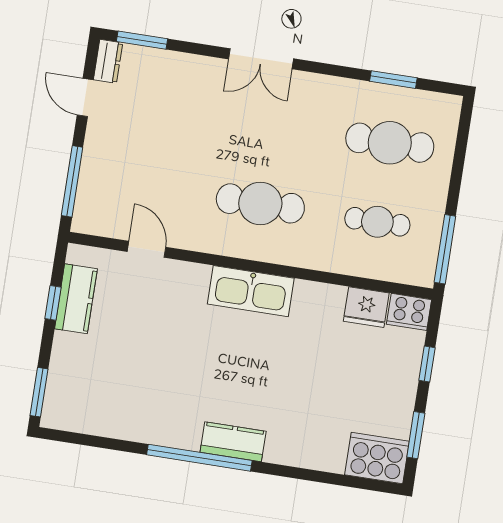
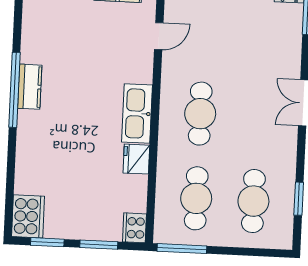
cafe table: (377, 222) -> (196, 198), width x1.37, depth x1.35
fridge: (366, 307) -> (136, 159), moved
window: (427, 364) -> (99, 245), width x1.50
kitchen counter: (233, 442) -> (30, 87), moved

